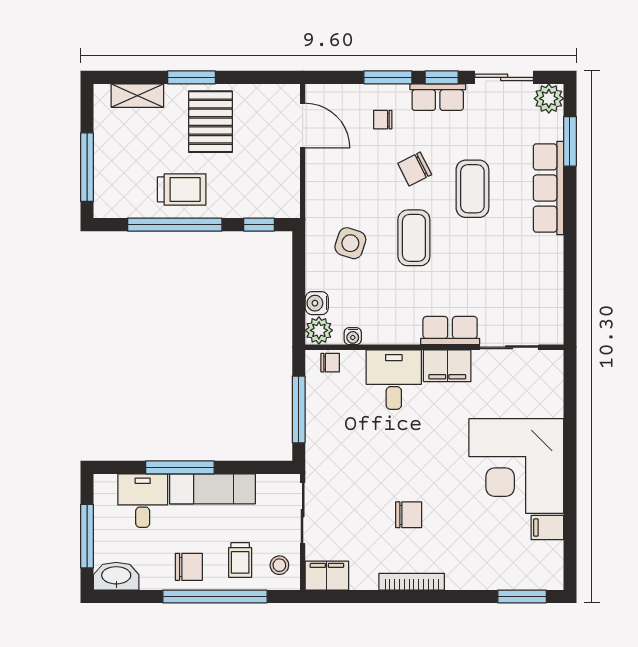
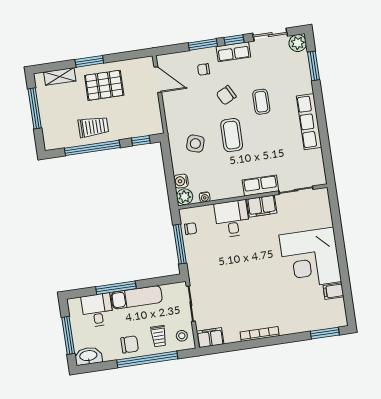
pallet: (211, 122) -> (104, 85), turned 90
window: (87, 167) -> (35, 108), moved
row of seats: (548, 188) -> (309, 122), moved
coffee table: (472, 189) -> (261, 102), width x0.73, depth x0.77
chair: (330, 363) -> (191, 229), moved
chair: (409, 515) -> (252, 296), removed

